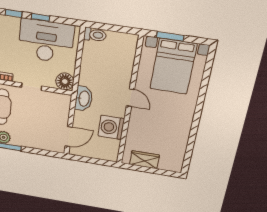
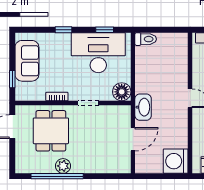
window: (40, 17) -> (105, 30), moved
washing machine: (111, 127) -> (176, 161), moved
door: (69, 137) -> (133, 139), moved

